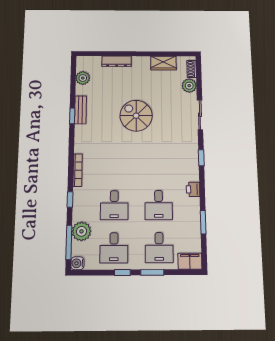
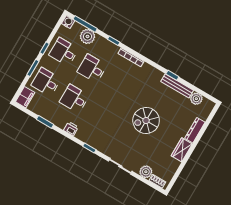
wardrobe: (163, 63) -> (182, 150), moved
bench: (80, 110) -> (177, 86), width x1.36
spiral stairs: (136, 116) -> (146, 120), turned 180

